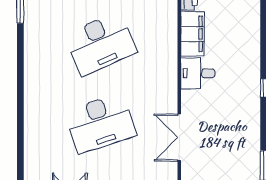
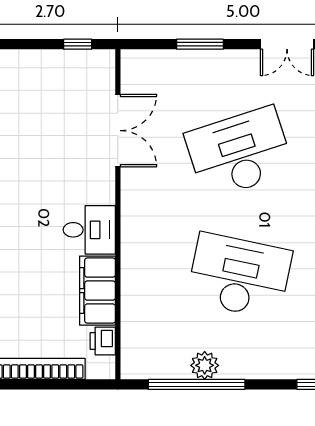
desk: (101, 43) -> (239, 276), turned 36

